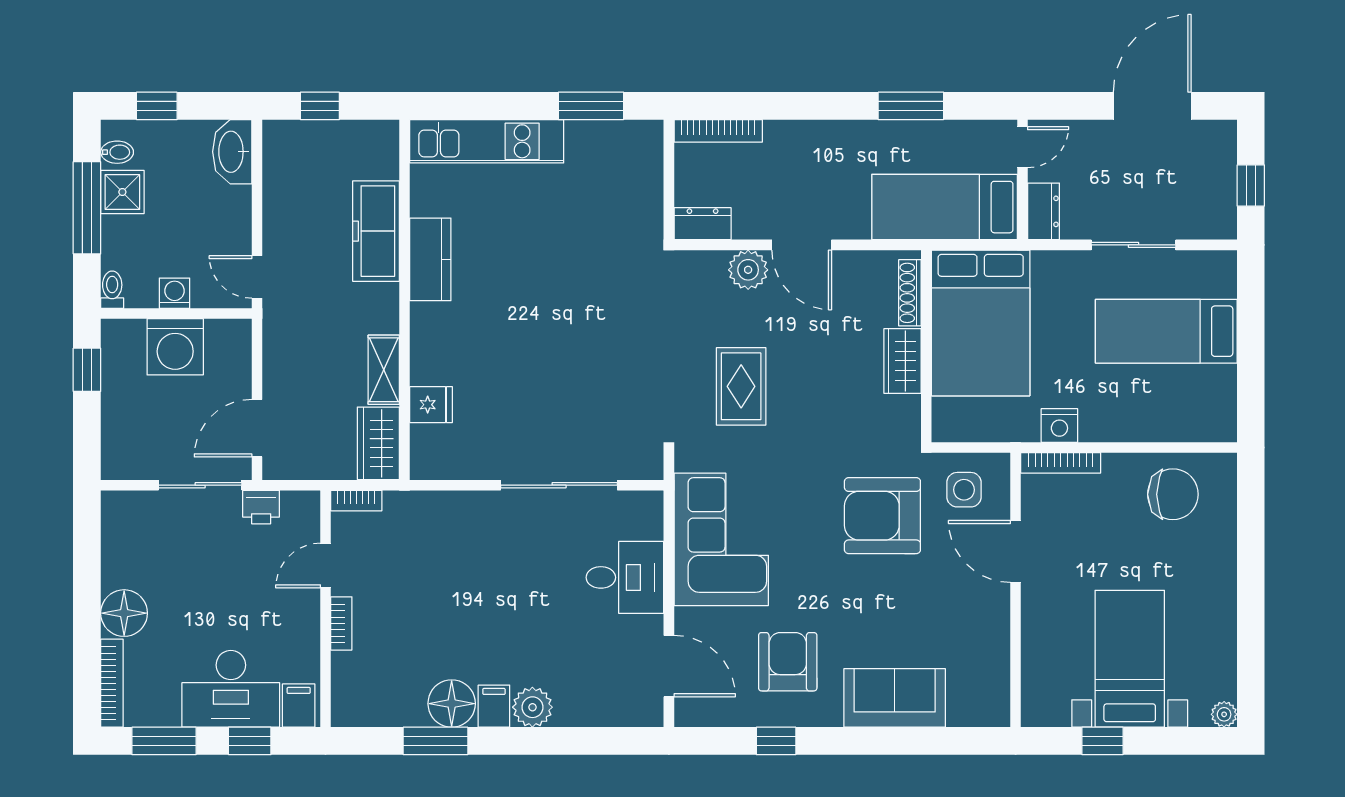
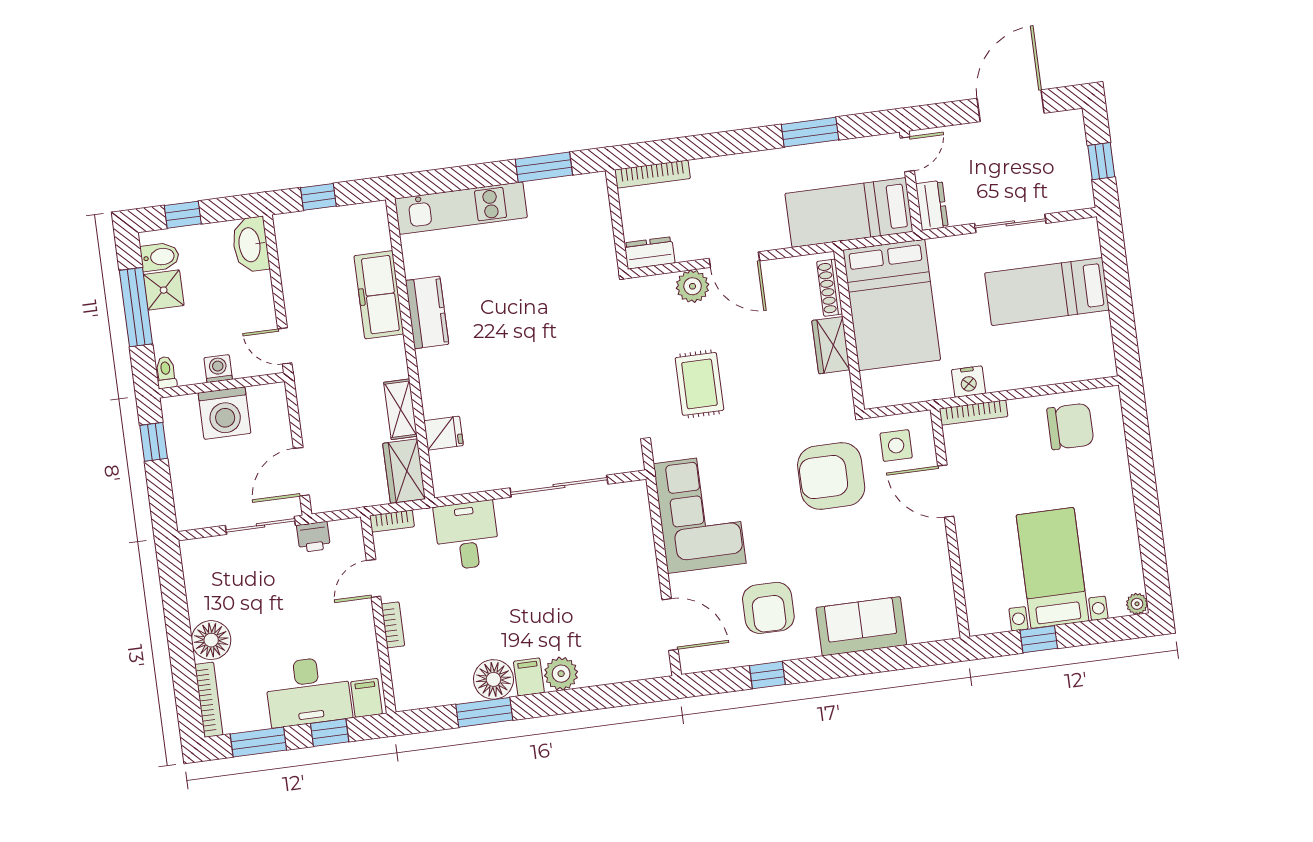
bidet: (117, 152) -> (160, 257), width x1.38, depth x1.36
desk: (625, 577) -> (467, 535), moved, turned -90
armchair: (788, 662) -> (768, 608), turned 180

